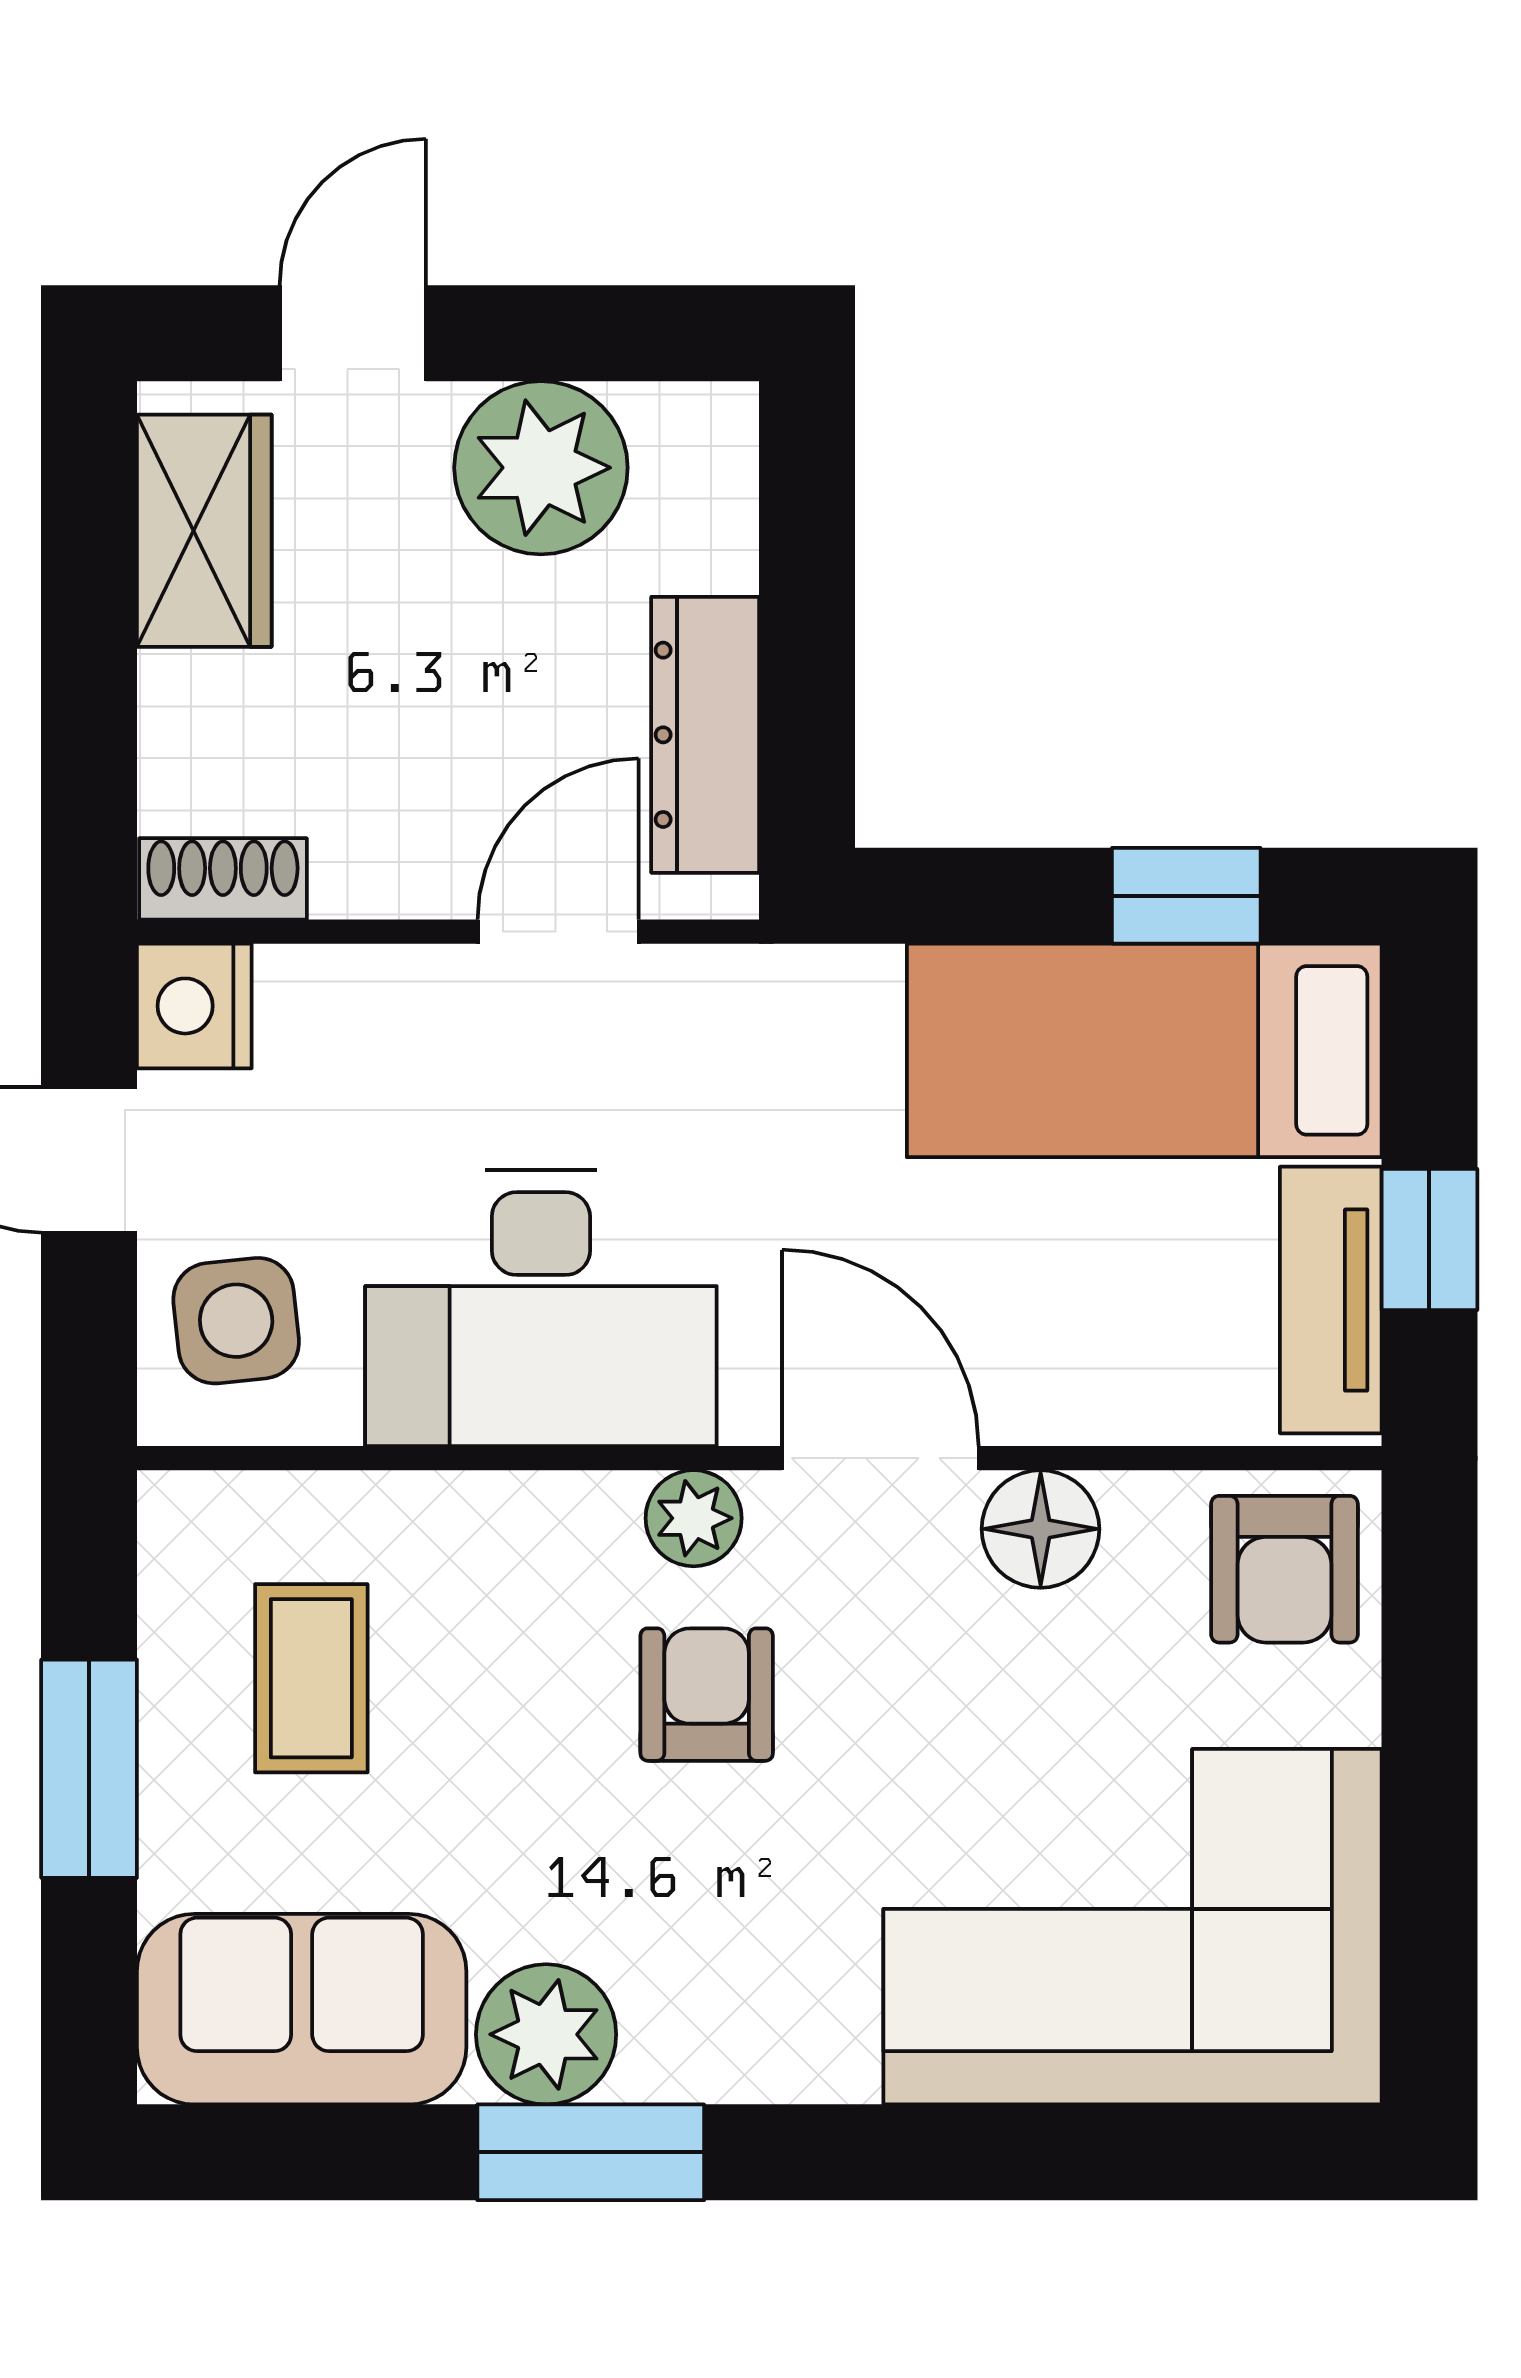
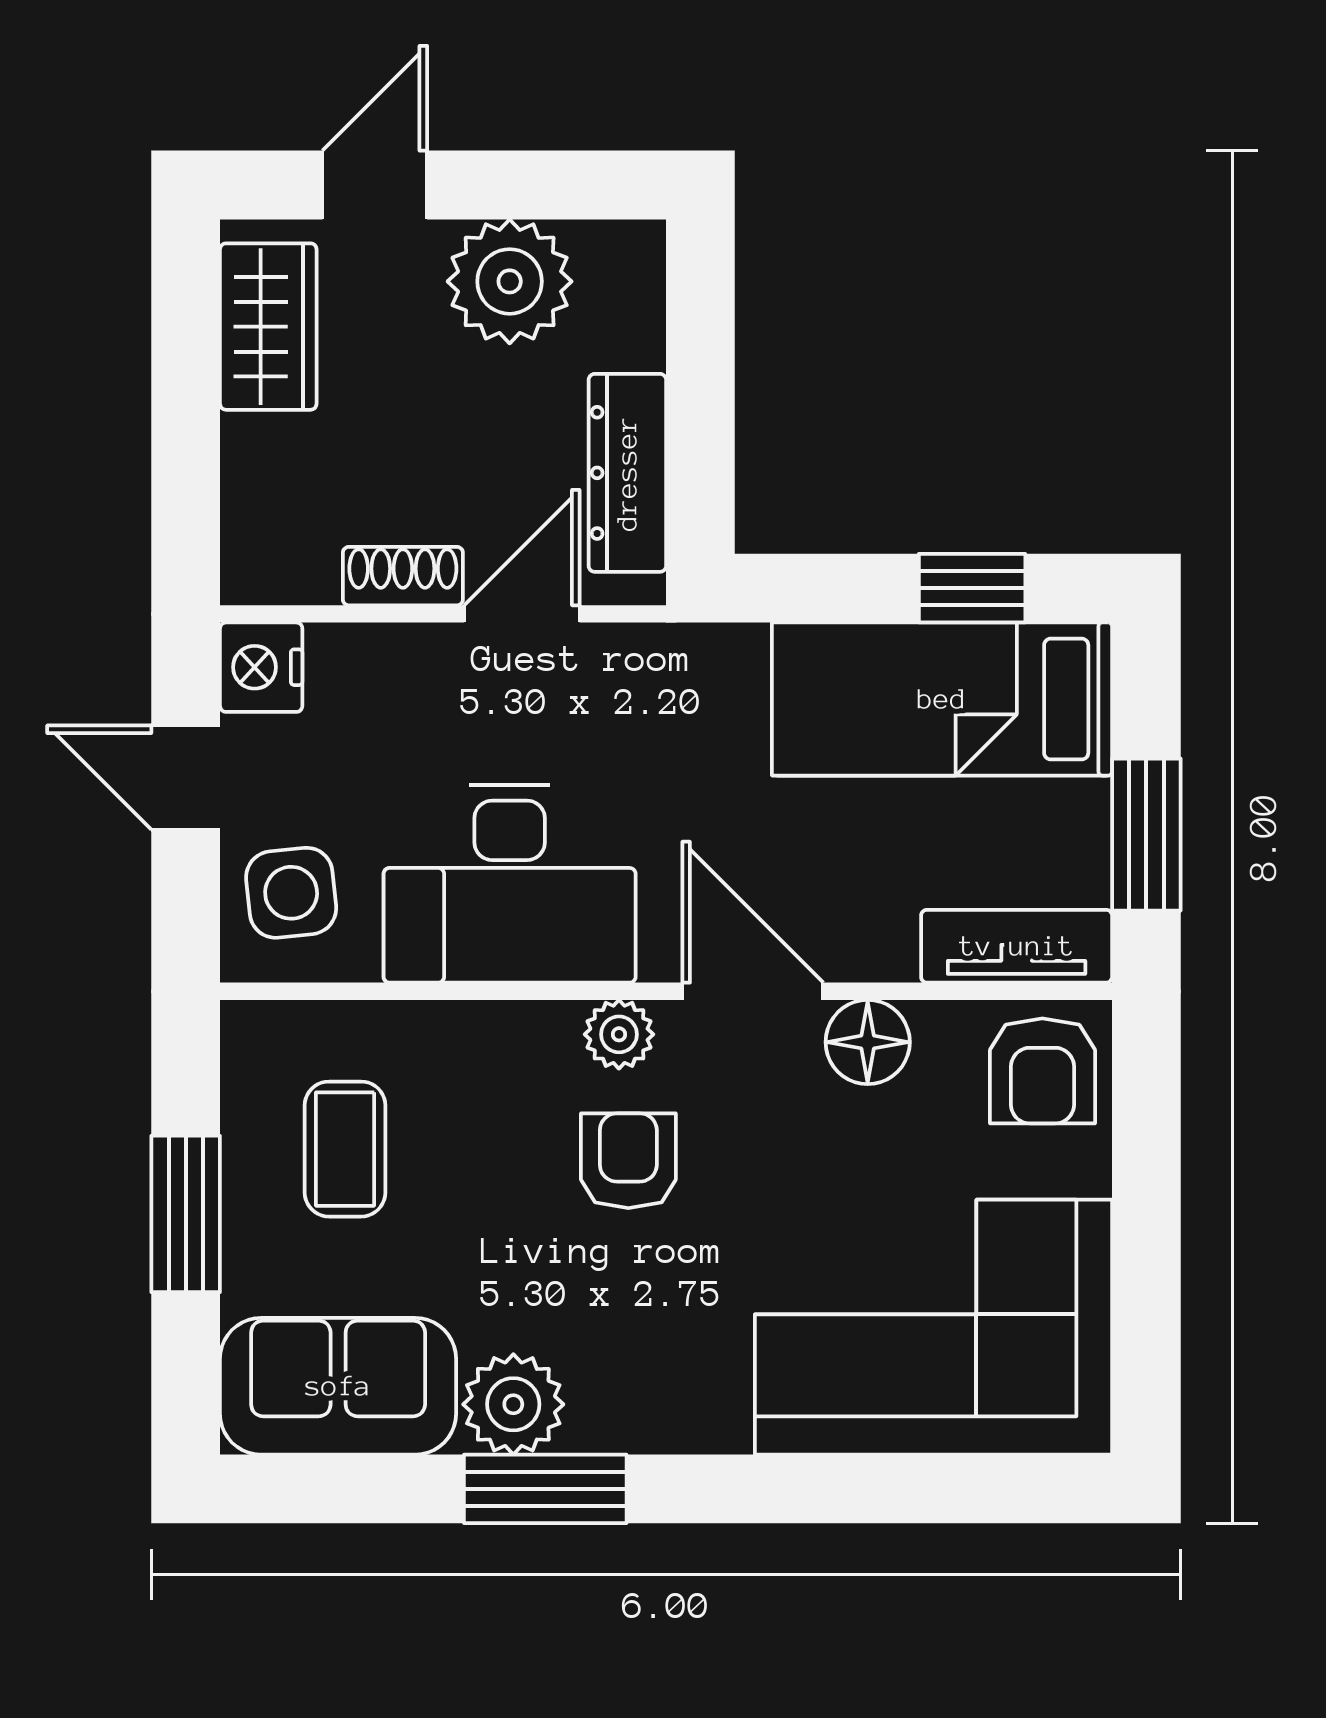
shoe rack: (223, 879) -> (403, 576), moved
window: (1429, 1240) -> (1146, 835), width x1.50
tv unit: (1331, 1300) -> (1017, 946), moved, turned 90

